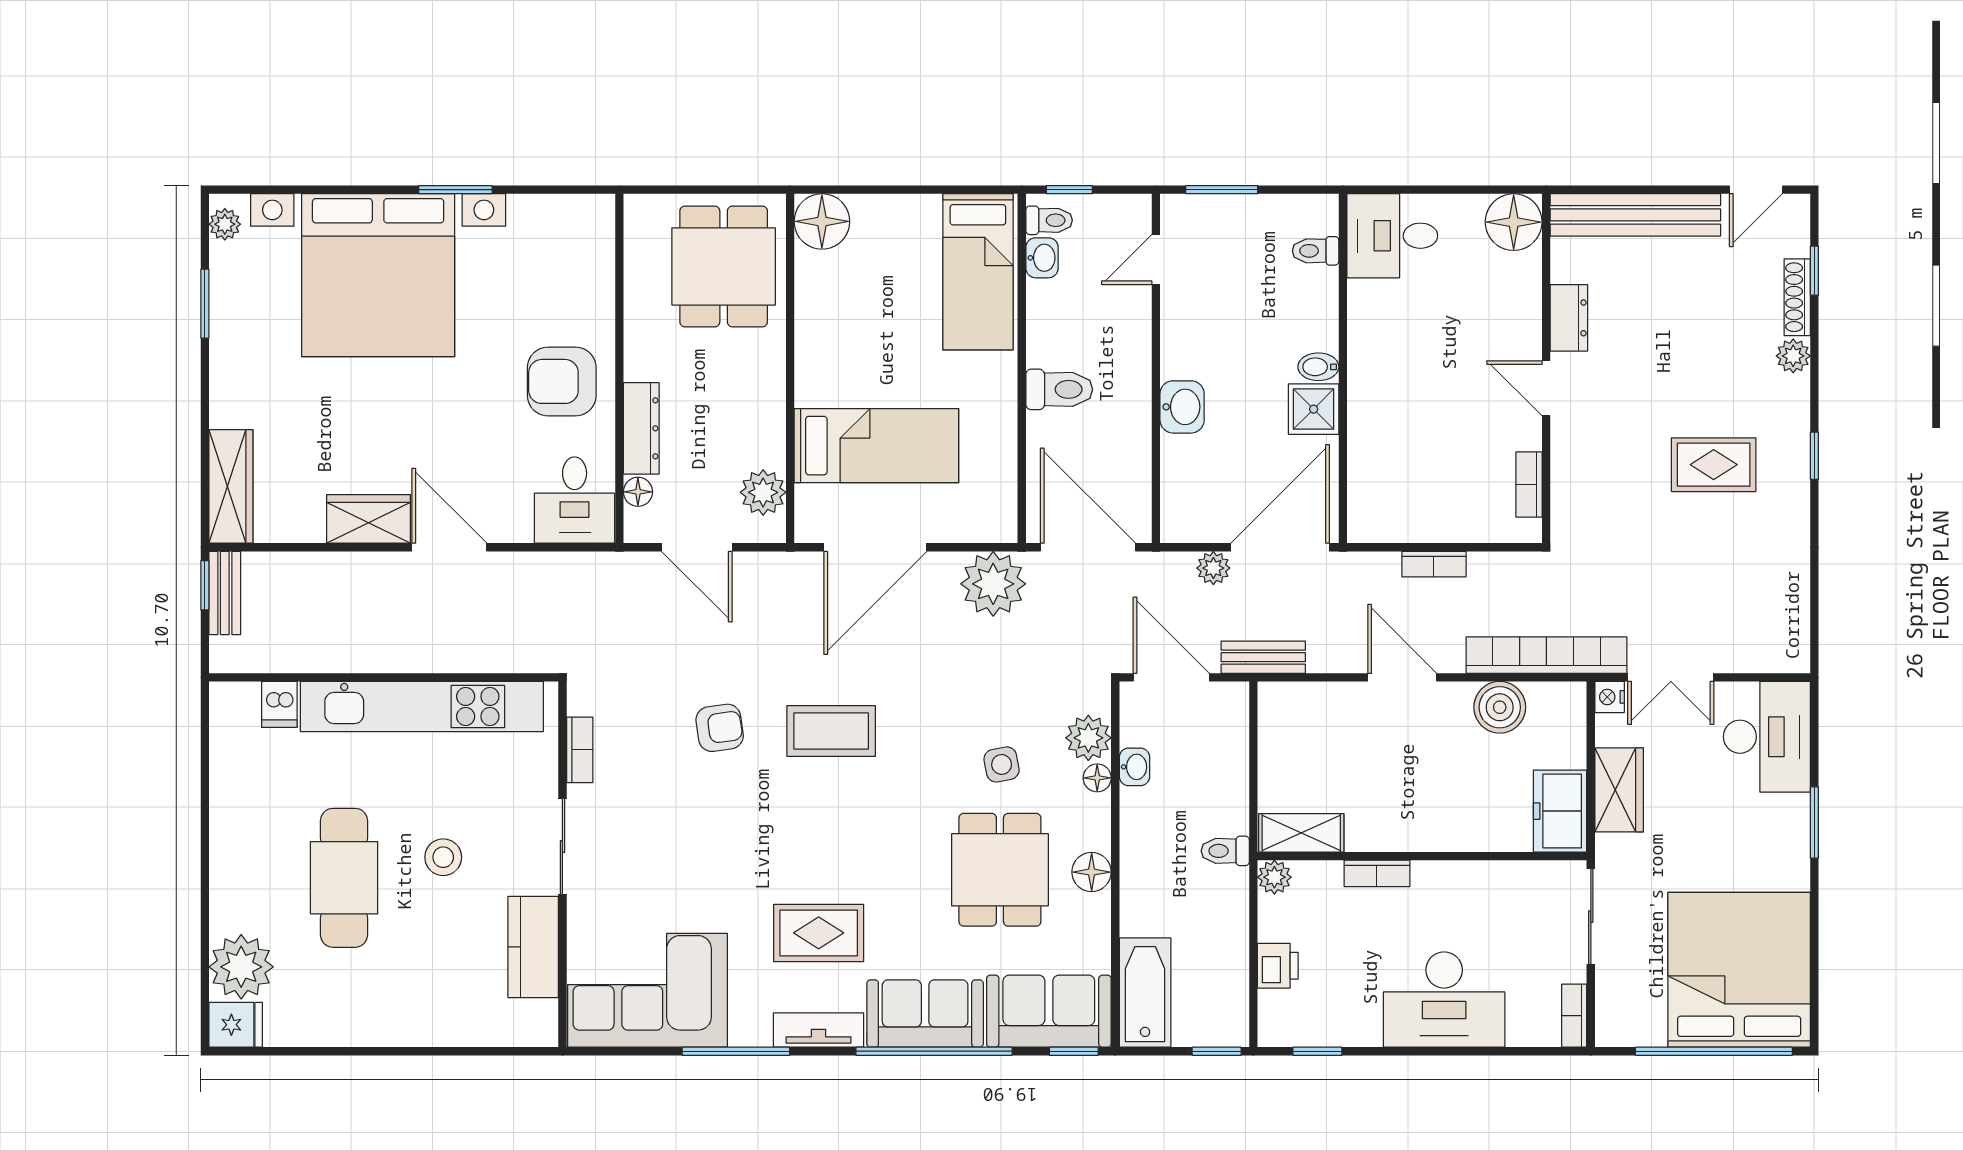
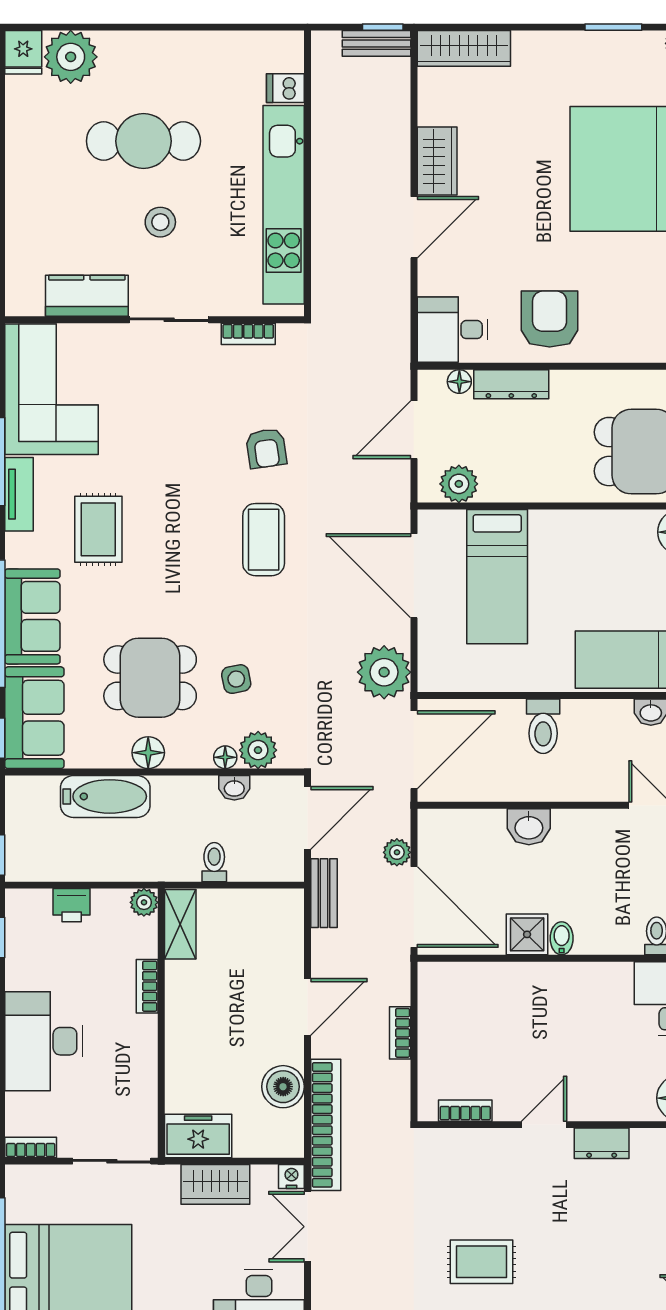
rug: (1714, 465) -> (482, 1262), turned 90
toilet: (1225, 851) -> (214, 862), moved
bathtub: (1145, 993) -> (105, 796), moved
tv unit: (819, 1030) -> (19, 494), moved

